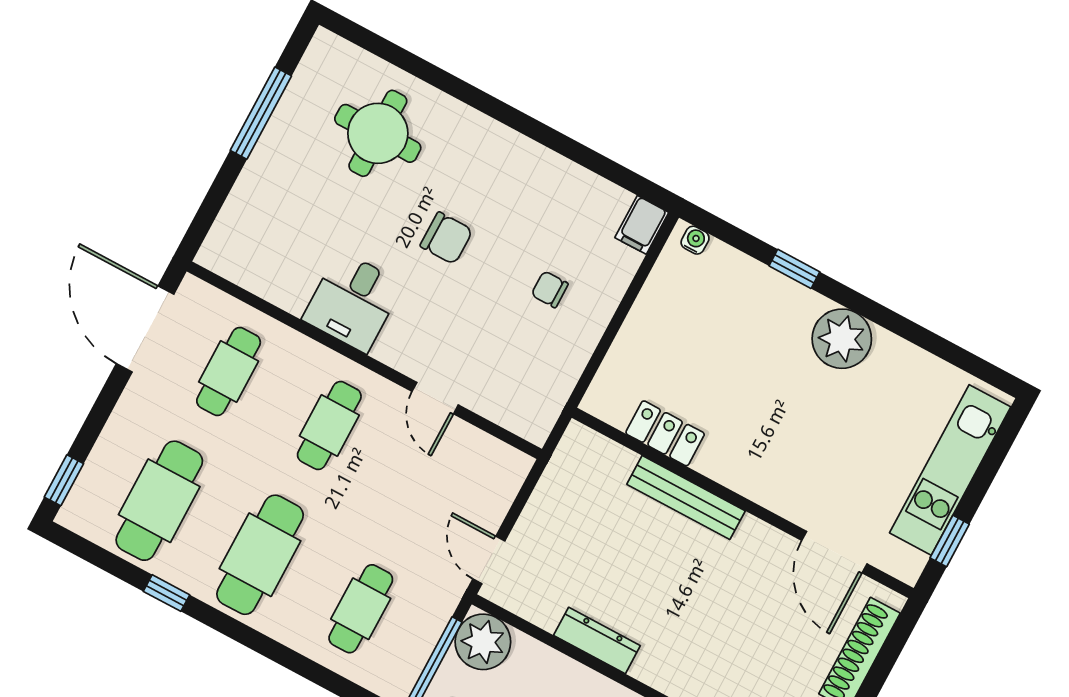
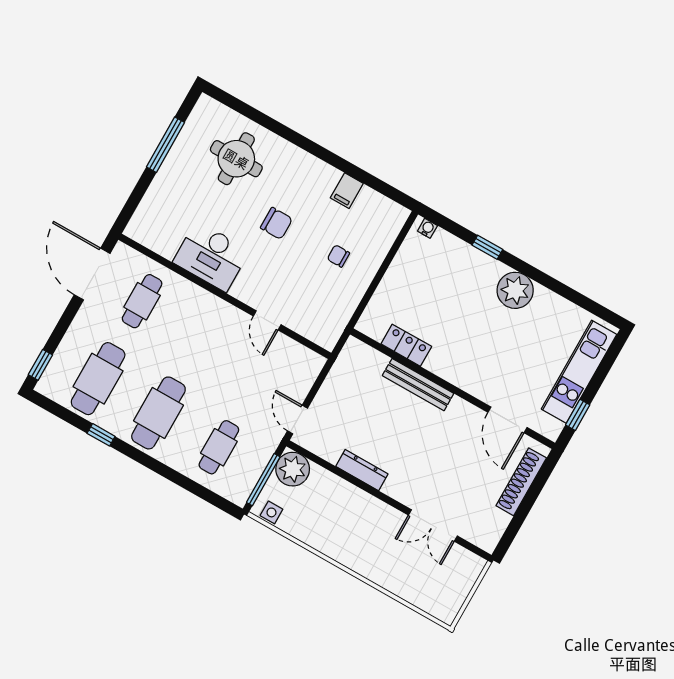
filing cabinet: (642, 225) -> (347, 191), moved
desk: (353, 302) -> (211, 256), width x1.37
cafe table: (329, 426) -> (202, 335), removed

